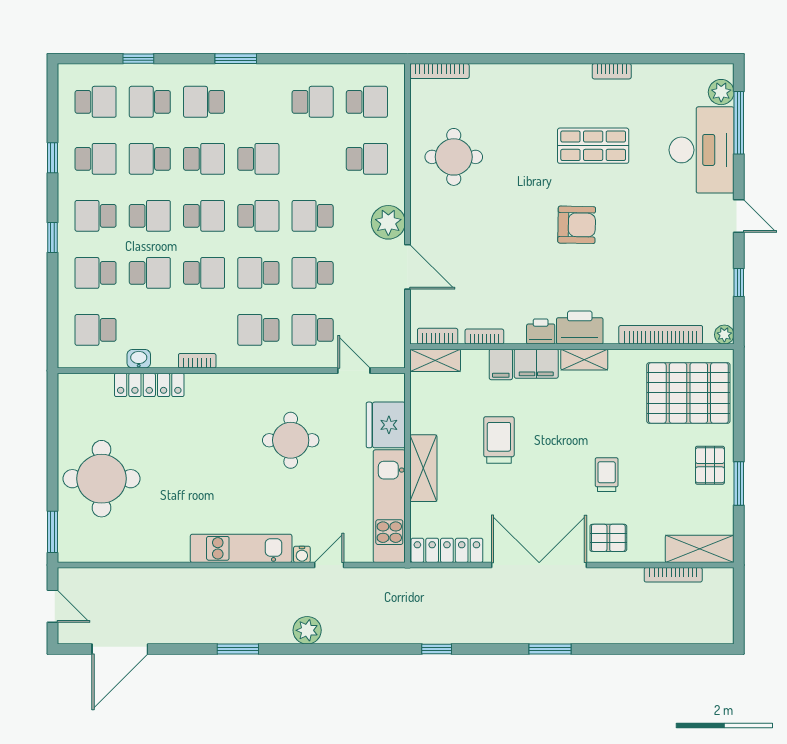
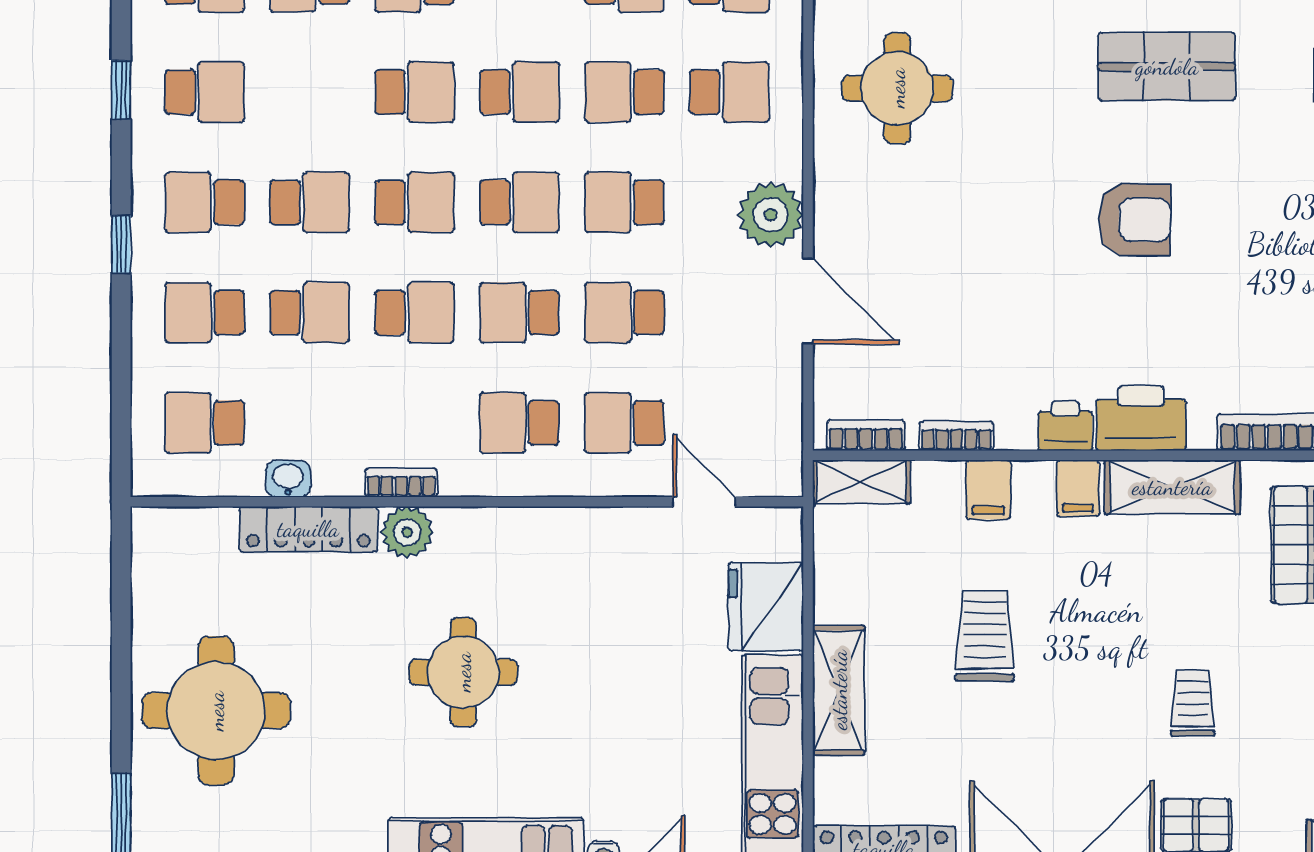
school desk: (150, 159) -> (624, 92), moved
shelving: (584, 360) -> (1172, 487), width x1.50, depth x1.33
filing cabinet: (536, 364) -> (1078, 488), width x0.50
plant: (200, 386) -> (407, 532), added
round table: (291, 440) -> (463, 672), moved

